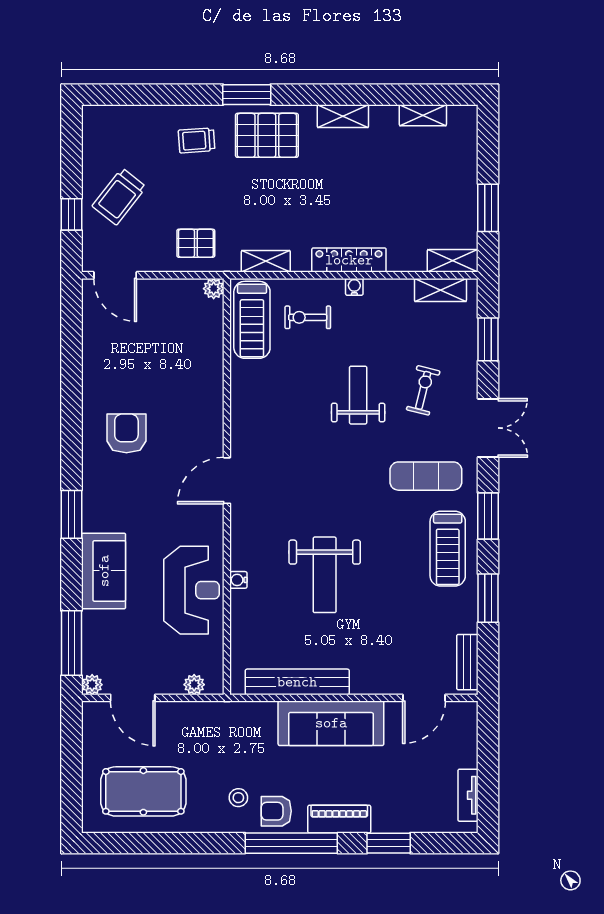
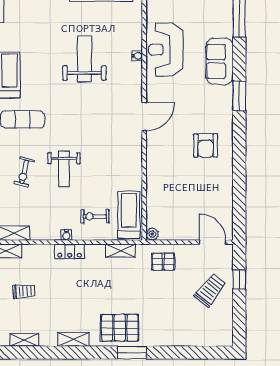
trolley: (197, 140) -> (24, 291), moved
locker: (349, 260) -> (70, 251), width x0.66
exercise bike: (308, 317) -> (95, 216), turned 180

